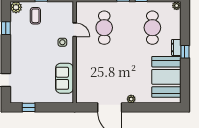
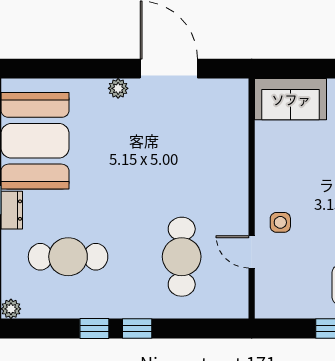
cafe table: (152, 28) -> (68, 257), turned 90
sofa: (64, 78) -> (291, 99), moved, turned 90

